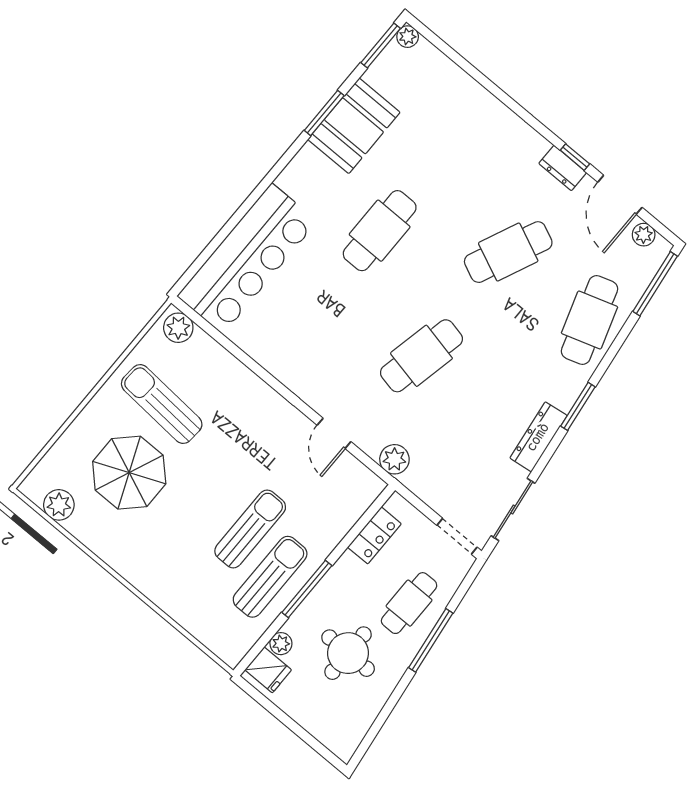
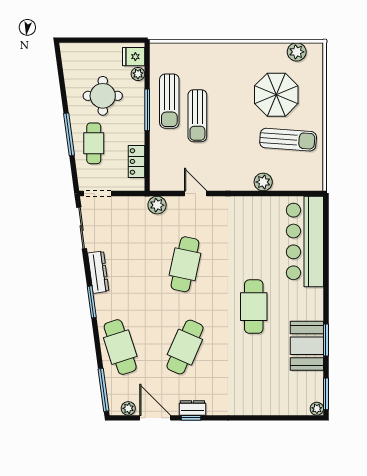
plant: (178, 328) -> (263, 182), moved

